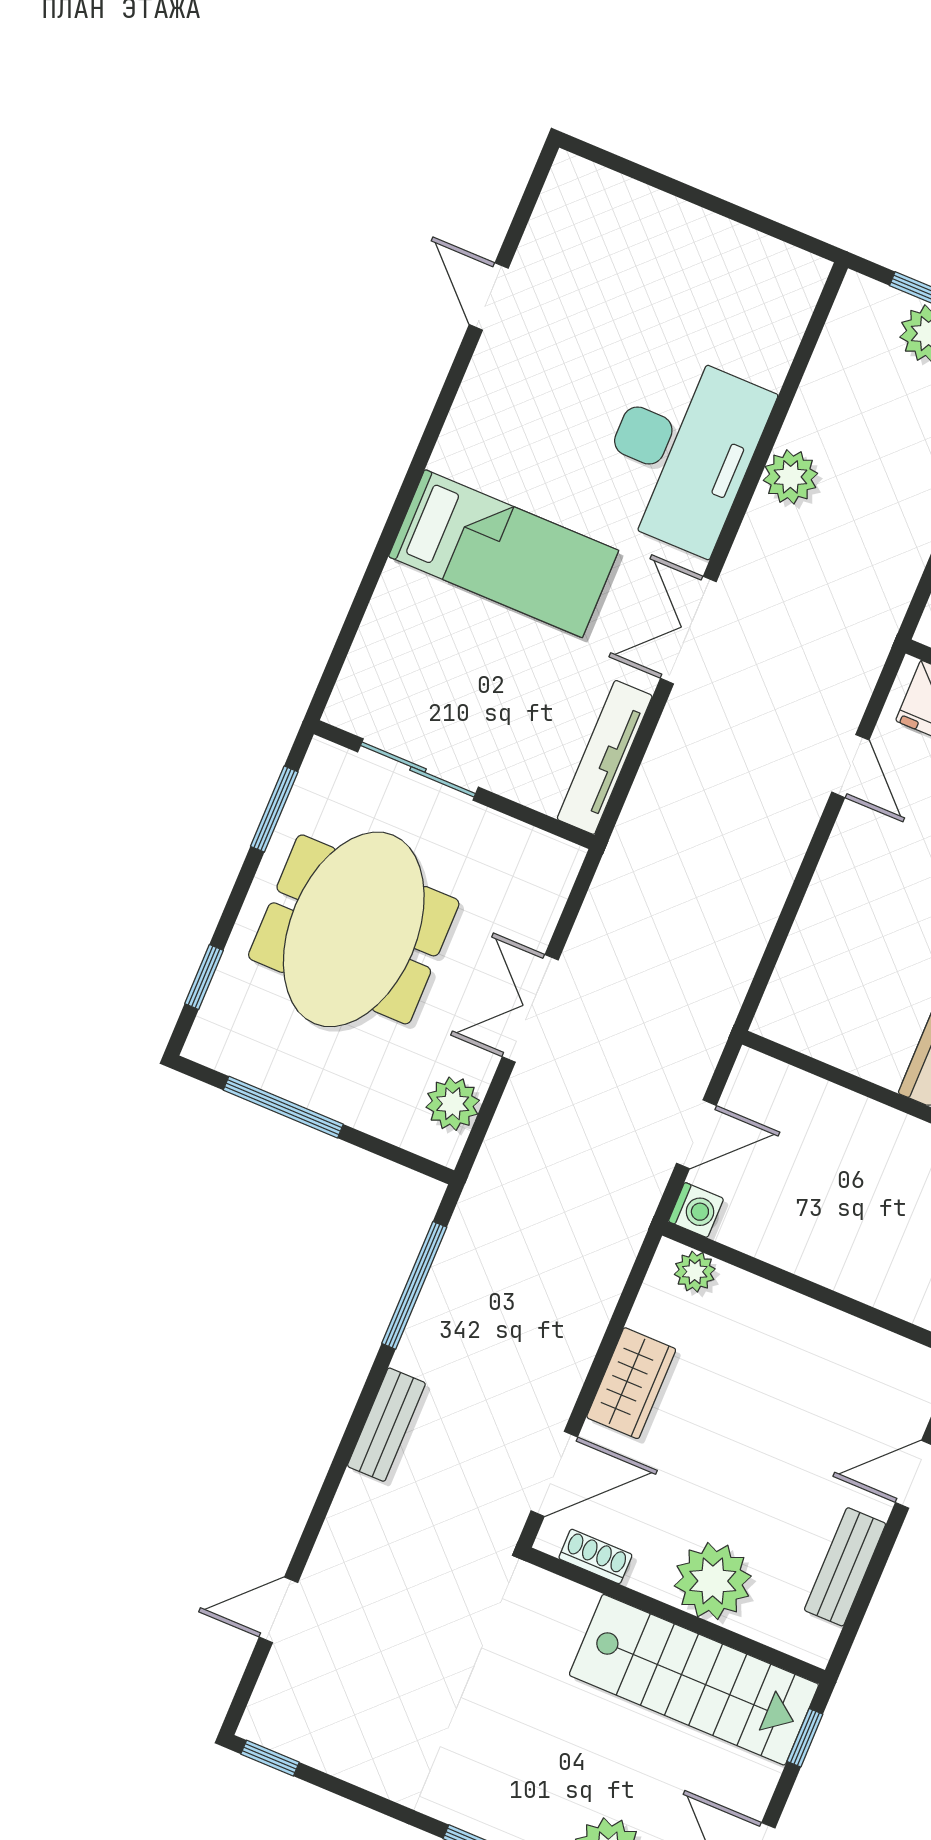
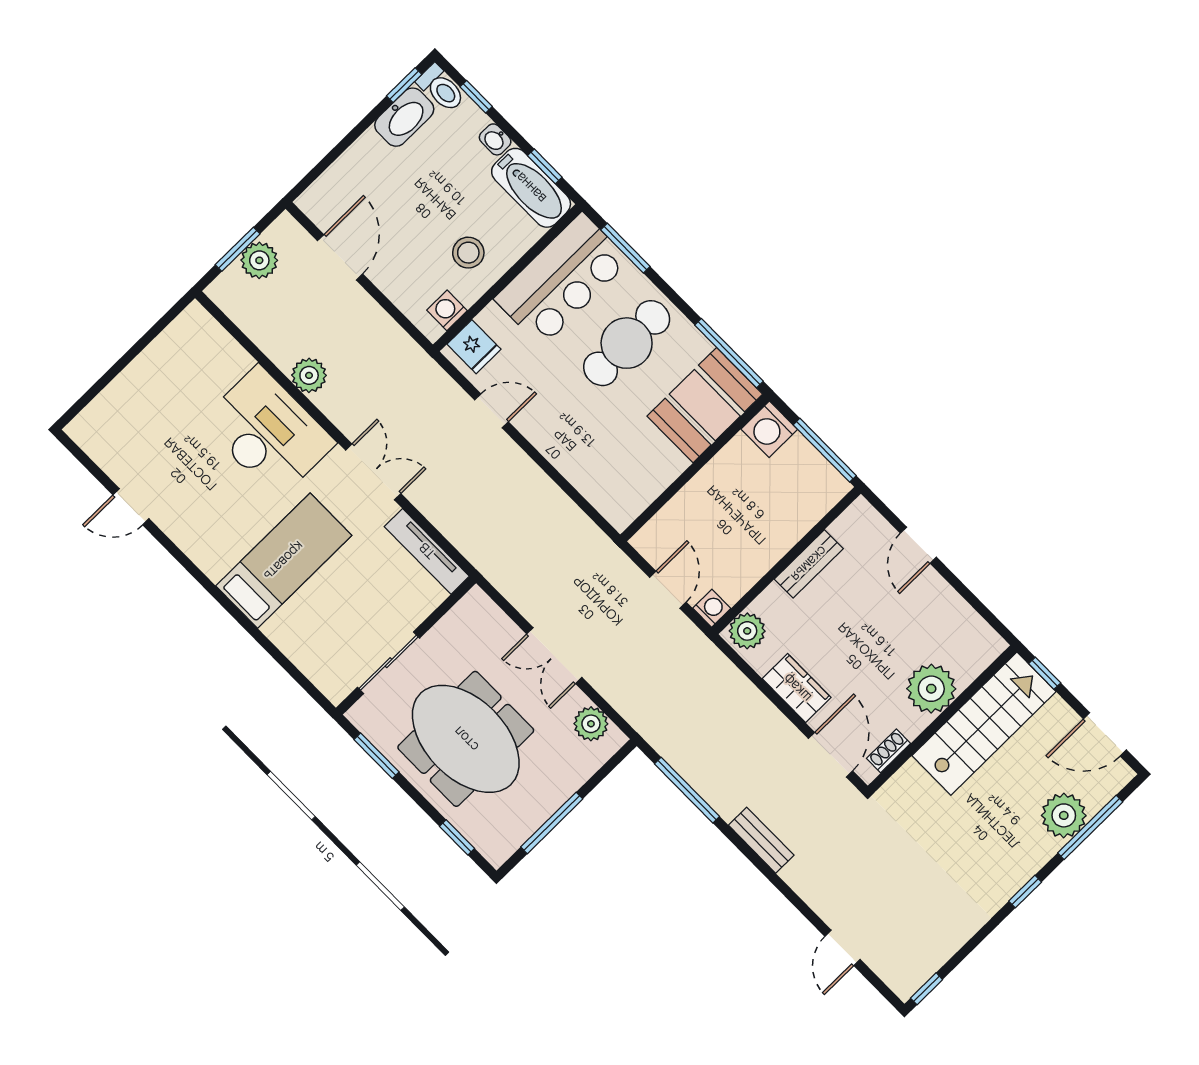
double door: (688, 630) -> (373, 472), swing flipped
plant: (695, 1272) -> (747, 631), width x1.38, depth x1.38
bench: (845, 1567) -> (809, 564), moved, turned 90

